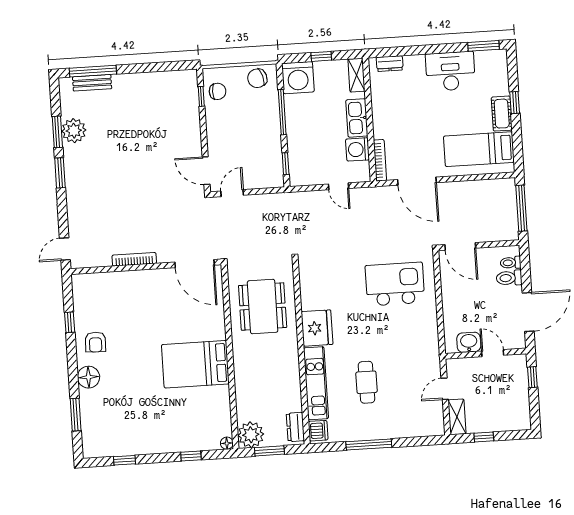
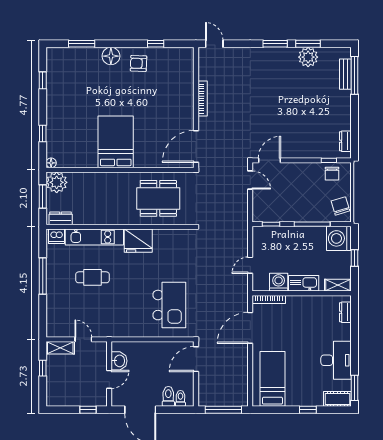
dresser: (176, 77) -> (345, 141), added
cot: (502, 114) -> (337, 399), moved

